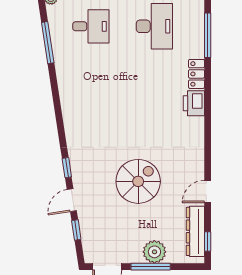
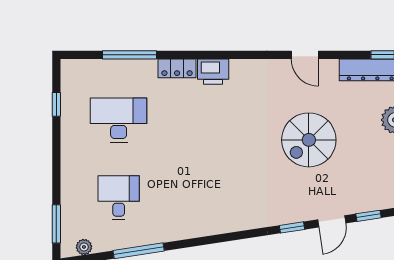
spiral stairs: (138, 181) -> (309, 140), turned -90
door: (208, 191) -> (305, 55), moved
door: (72, 200) -> (332, 221), hinge flipped

